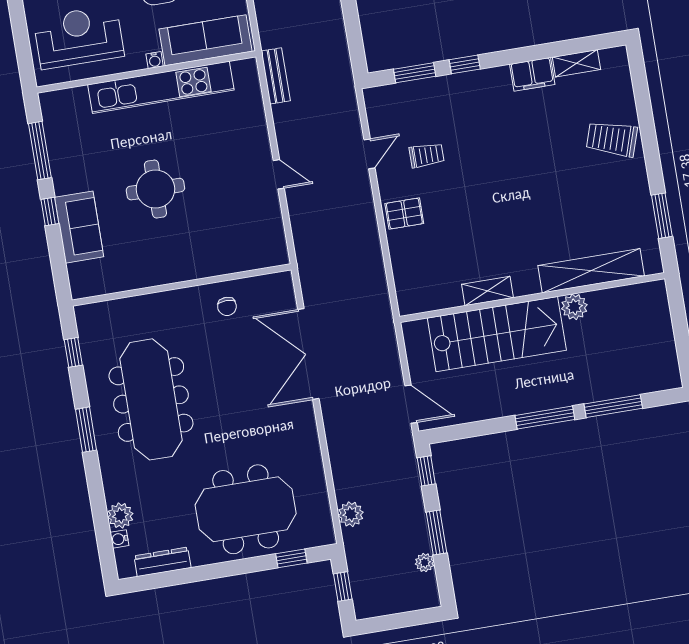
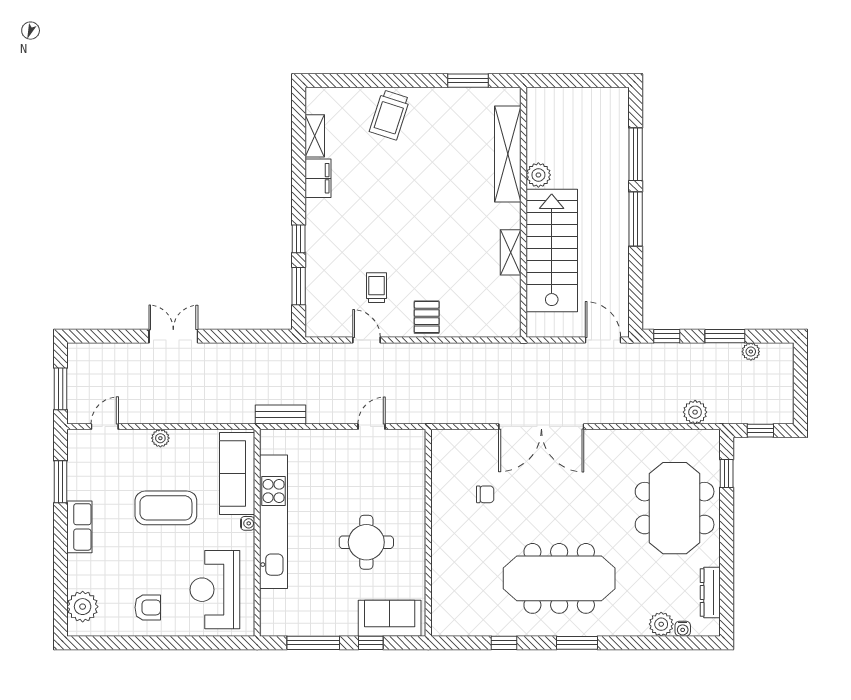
wall: (182, 285) -> (428, 533), moved
door: (411, 404) -> (603, 340), hinge flipped

